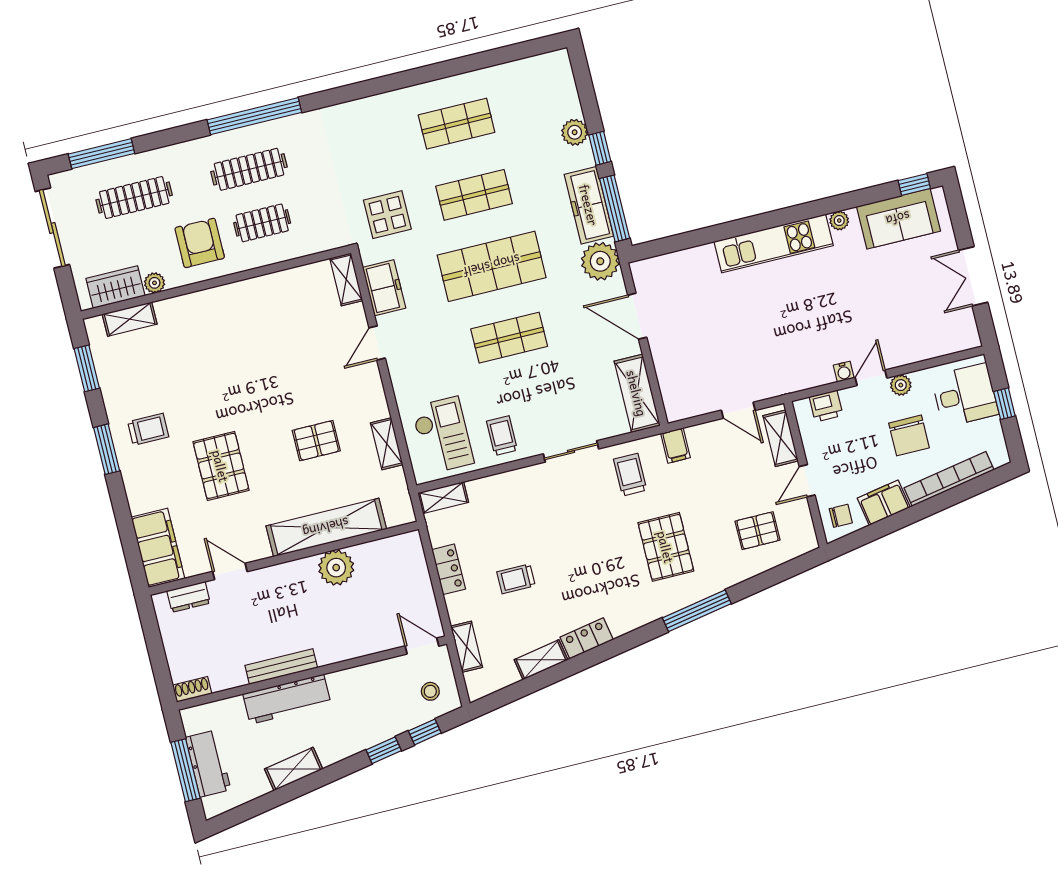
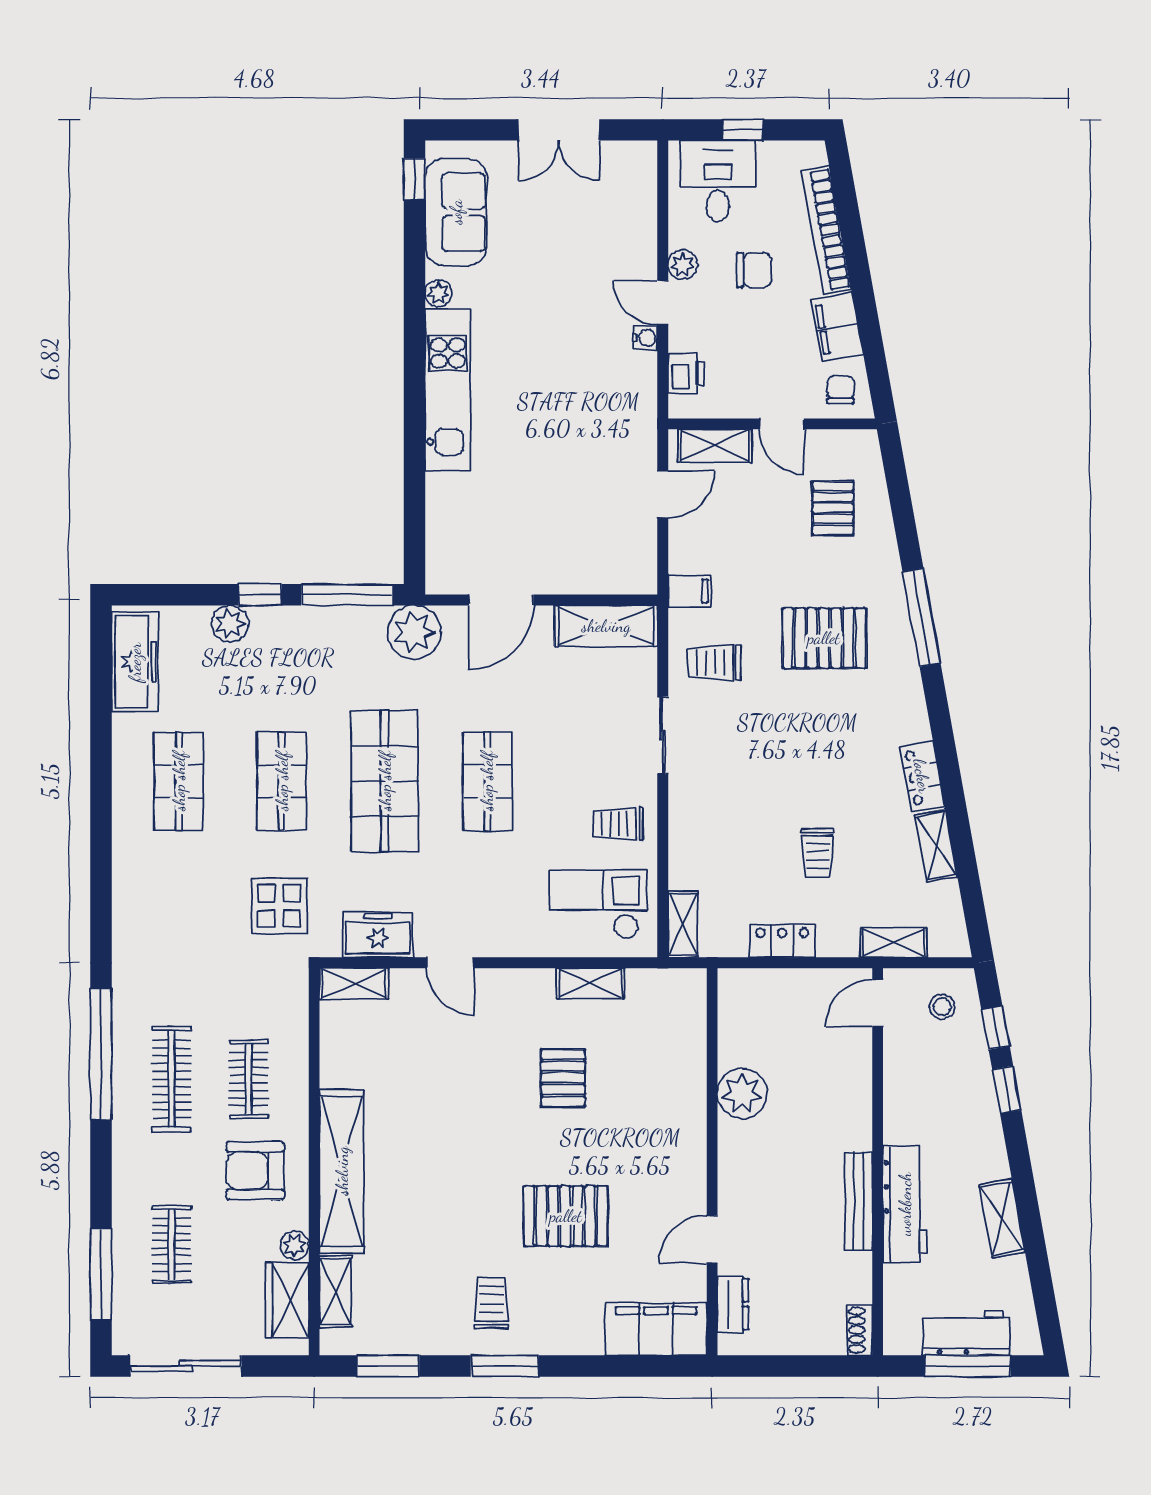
clothes rail: (134, 197) -> (172, 1245), width x0.73
freezer: (589, 205) -> (135, 662), moved, turned -90
chair: (909, 435) -> (754, 270), width x0.73, depth x0.73
shelving: (326, 528) -> (342, 1171), moved

